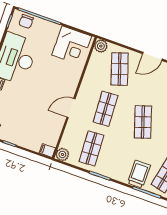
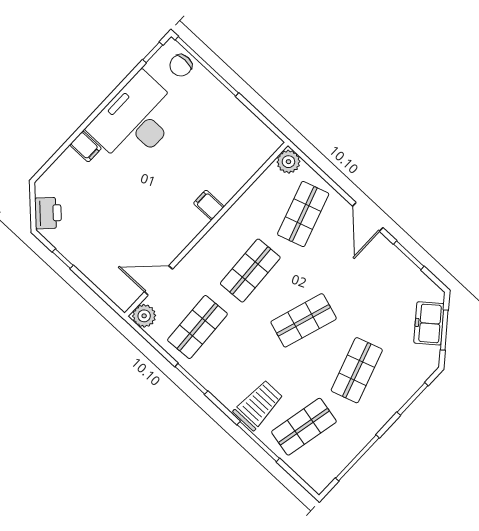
corner desk: (72, 46) -> (240, 139), removed
door: (152, 56) -> (368, 217), hinge flipped
door: (71, 108) -> (158, 280), moved
shop shelf: (143, 122) -> (304, 320), turned 36
filing cabinet: (47, 150) -> (209, 205), moved

